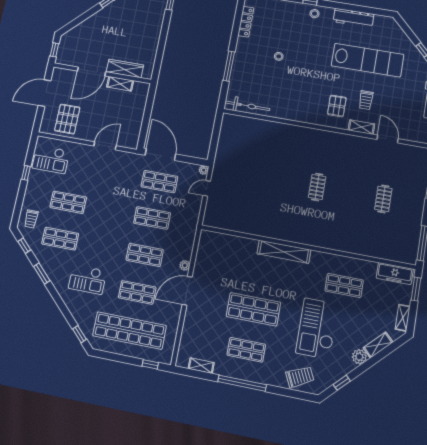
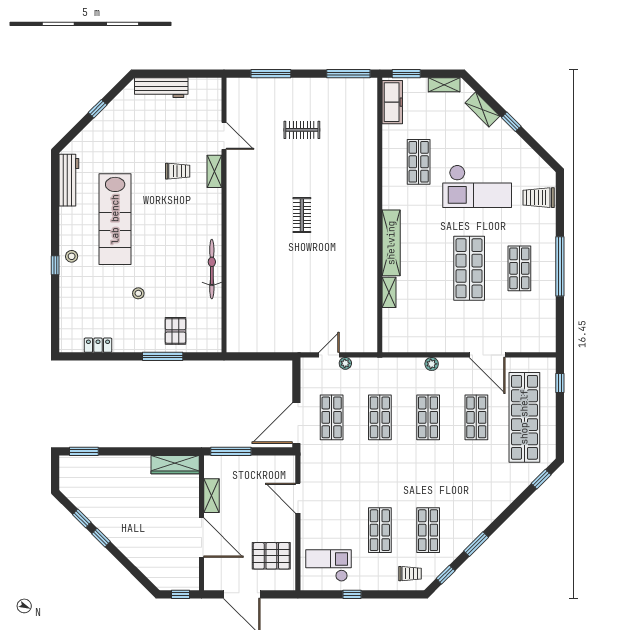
workbench: (353, 18) -> (69, 180), moved
locker: (246, 22) -> (98, 345), width x0.66
lab bench: (367, 60) -> (115, 219), moved, turned 180
wardrobe: (125, 69) -> (175, 465), moved, turned -90
window: (149, 103) -> (231, 451), added
bicycle: (247, 106) -> (212, 269), moved
pallet: (337, 106) -> (176, 331), moved, turned 90
door: (388, 139) -> (224, 136), swing flipped
checkout: (51, 159) -> (328, 565), turned -90
plant: (204, 170) -> (345, 363), moved
clothes rail: (317, 187) -> (302, 215), turned 90
door: (207, 188) -> (329, 355), swing flipped
checkout: (87, 280) -> (472, 484), removed
door: (187, 291) -> (487, 355), moved
plant: (359, 357) -> (501, 130), removed
shelving: (201, 366) -> (389, 292), moved
trolley: (300, 377) -> (539, 198), turned -64
window: (342, 383) -> (511, 122), moved

